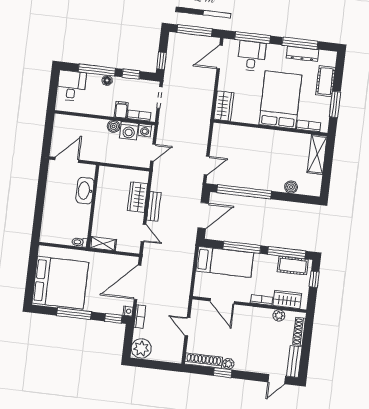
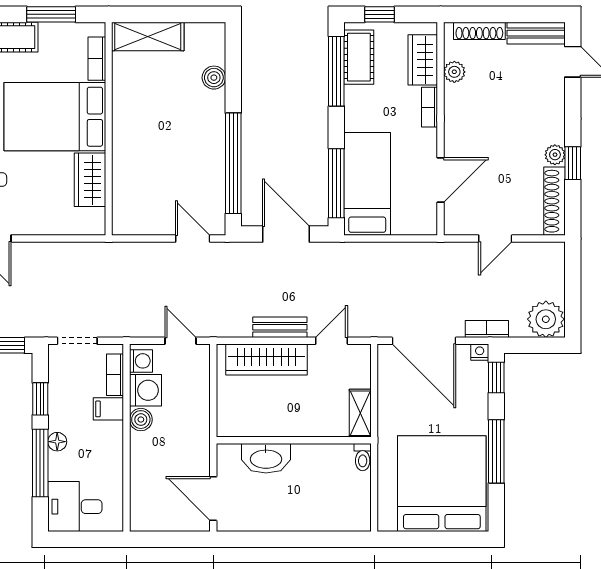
wardrobe: (224, 106) -> (90, 180), moved, turned -90
wardrobe: (138, 197) -> (266, 359), width x1.50
window: (242, 247) -> (336, 183), moved

